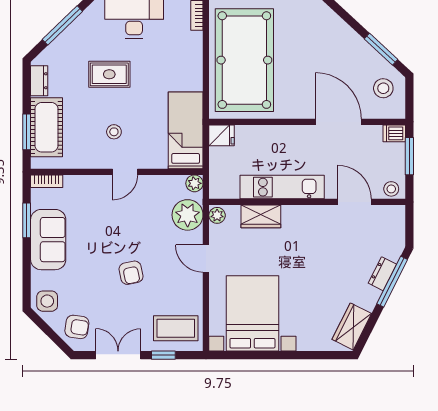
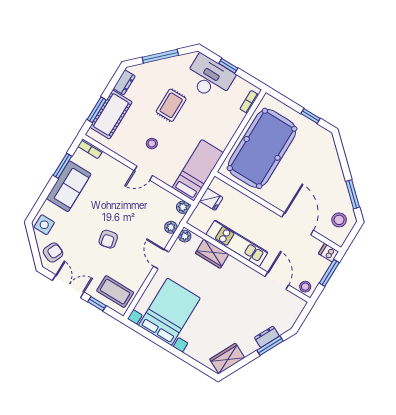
rug: (109, 74) -> (171, 105), turned 90
fridge: (222, 135) -> (211, 199), moved
plant: (188, 215) -> (171, 227), width x0.53, depth x0.53
window: (392, 282) -> (270, 346), width x0.69
armchair: (77, 327) -> (53, 253), turned -76

